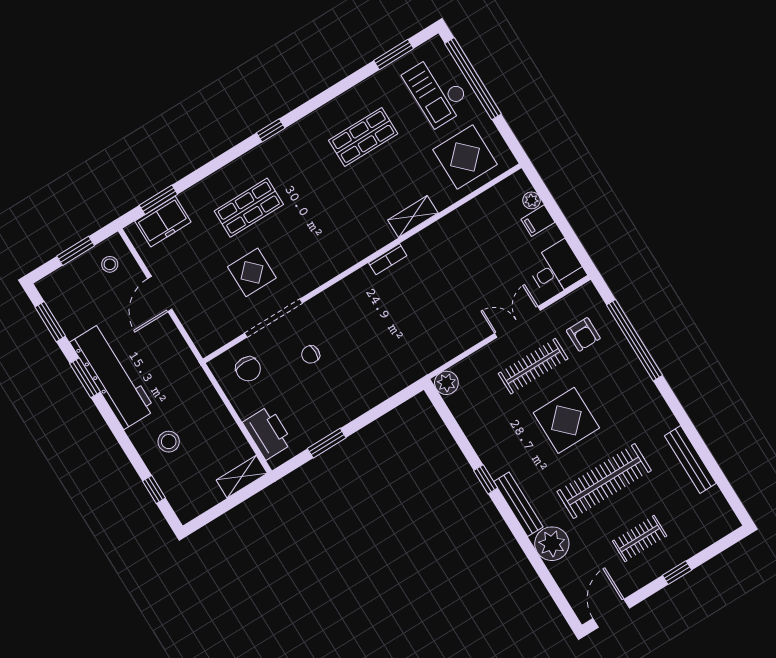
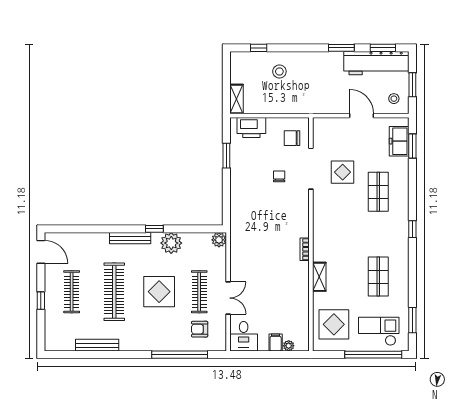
workbench: (113, 376) -> (376, 63), moved
clothes rail: (640, 538) -> (72, 292), width x1.36
plant: (552, 544) -> (171, 243), moved

